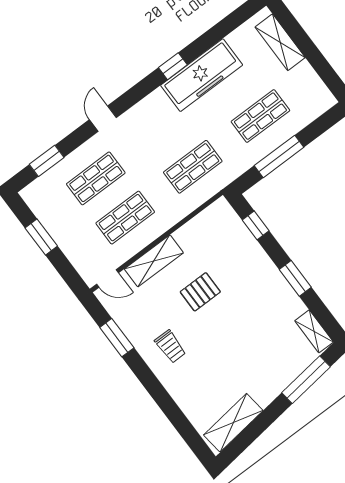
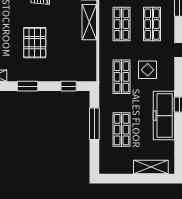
display table: (159, 140) -> (148, 70), added
pallet: (200, 292) -> (35, 43), moved, width x1.50, depth x1.42

